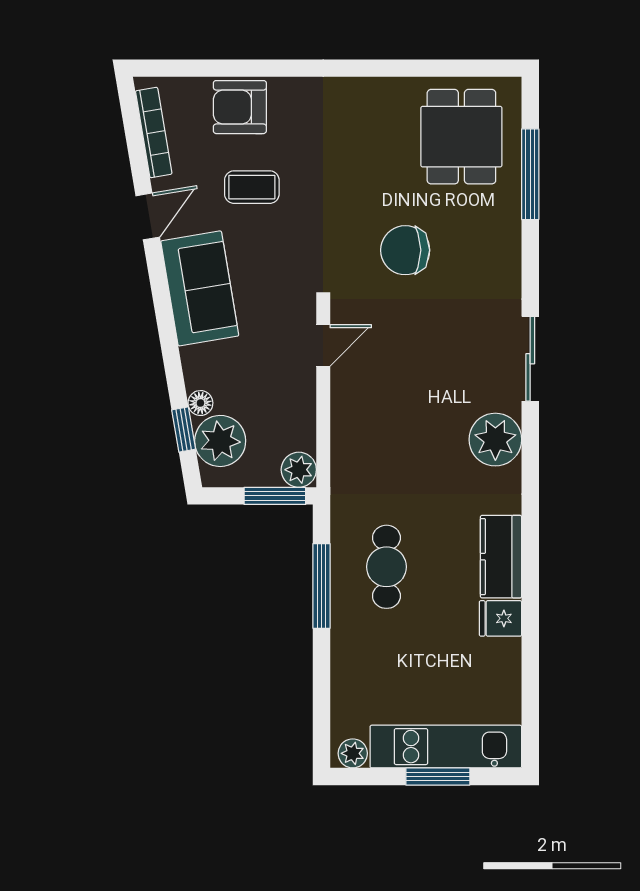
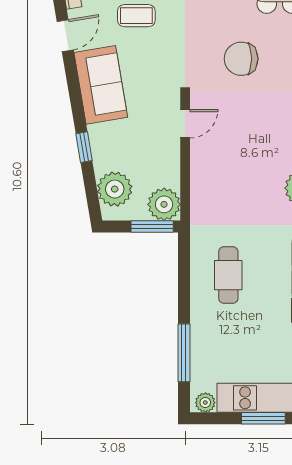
floor lamp: (200, 403) -> (101, 163), removed
window: (184, 429) -> (84, 147), moved
plant: (299, 470) -> (164, 204), width x1.36, depth x1.36
window: (322, 586) -> (184, 353), moved

